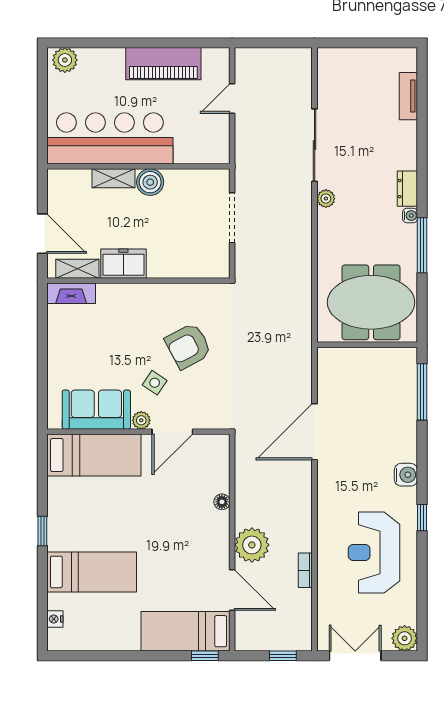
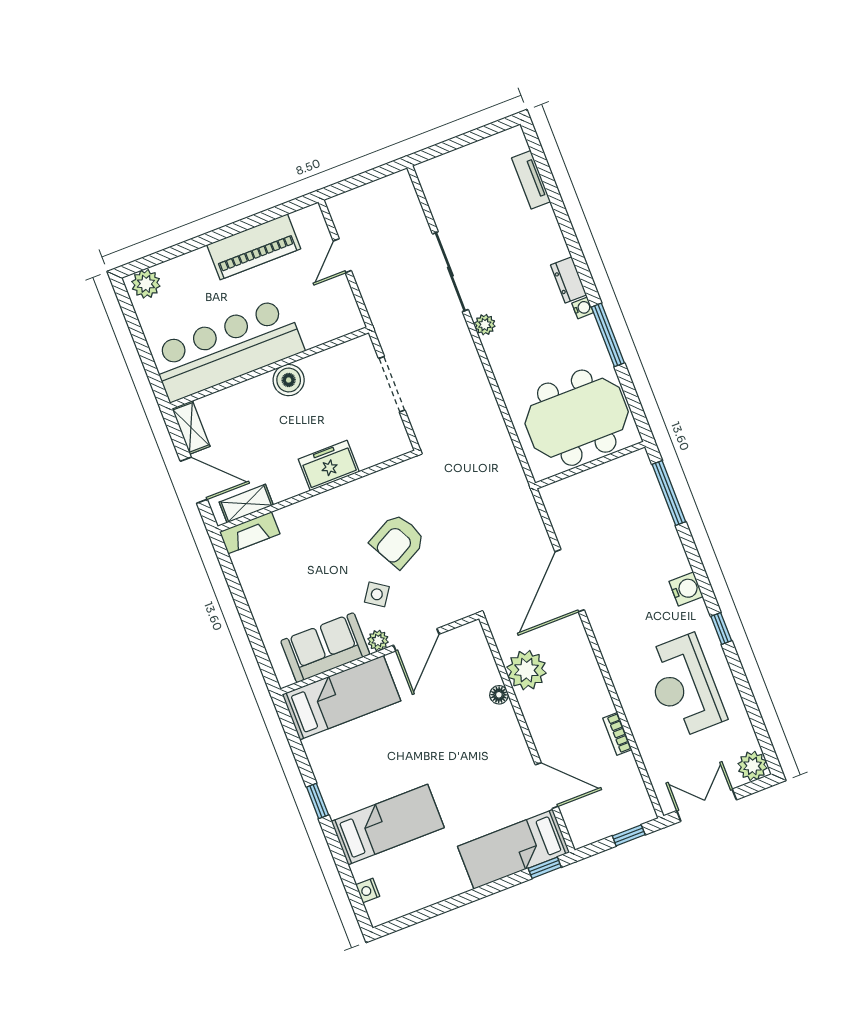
shelving: (114, 178) -> (191, 427), moved, turned 90
freezer: (123, 264) -> (329, 466), moved
plant: (252, 545) -> (526, 670), moved

